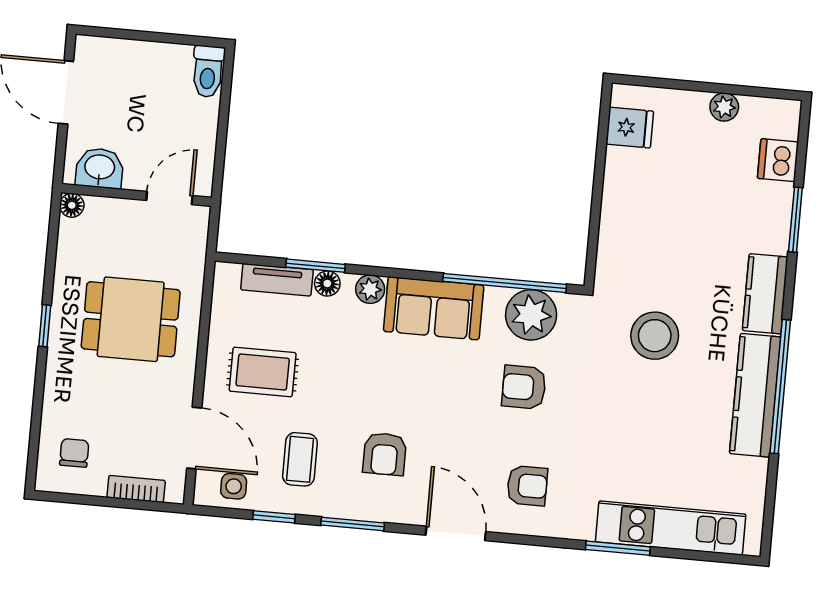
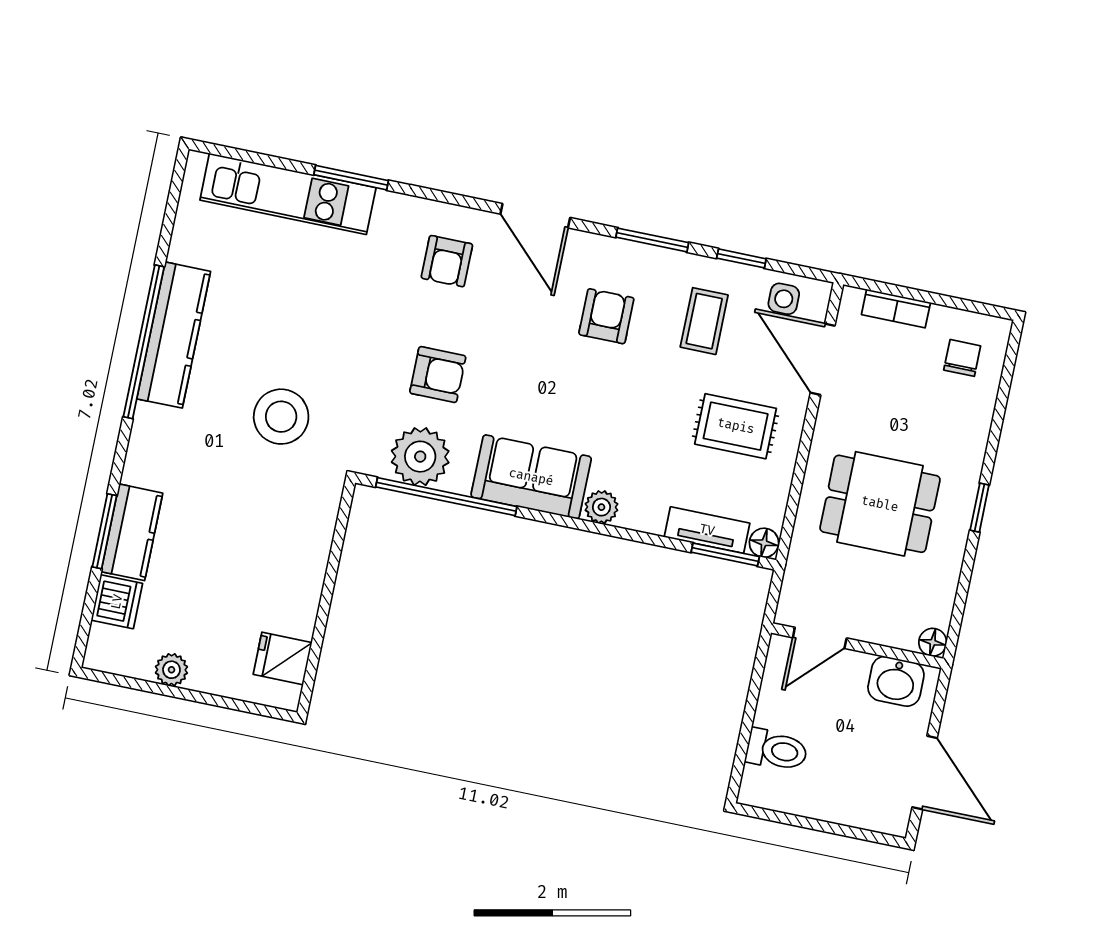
toilet: (208, 71) -> (777, 750), moved, turned 90
window: (316, 266) -> (725, 554), moved
floor lamp: (327, 284) -> (764, 543), moved
kitchen counter: (765, 294) -> (132, 532), moved
chair: (74, 453) -> (962, 358), turned 180
armchair: (527, 486) -> (447, 261), turned -90

